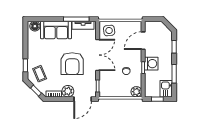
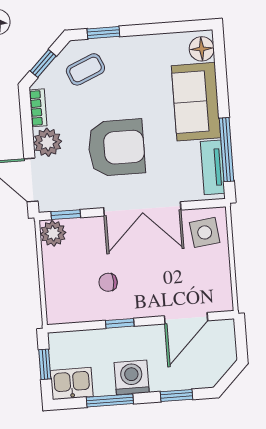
door: (143, 41) -> (186, 318), swing flipped
armchair: (72, 64) -> (116, 148), turned 180
washing machine: (151, 64) -> (132, 377), moved, turned 180
plant: (136, 92) -> (53, 233), moved

